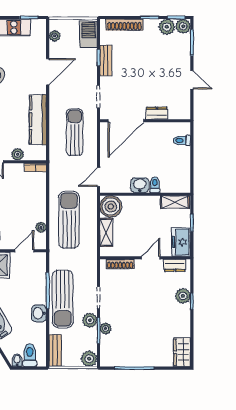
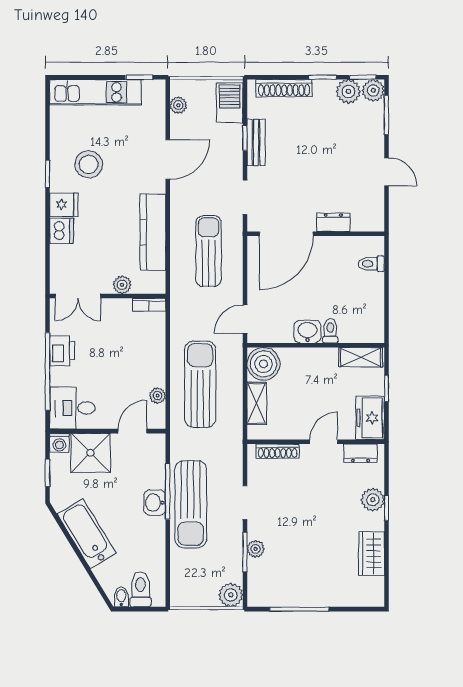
washbasin: (39, 313) -> (155, 503), moved
plant: (90, 320) -> (232, 537), removed
bench: (55, 351) -> (179, 583), removed
wardrobe: (182, 352) -> (372, 554), moved

